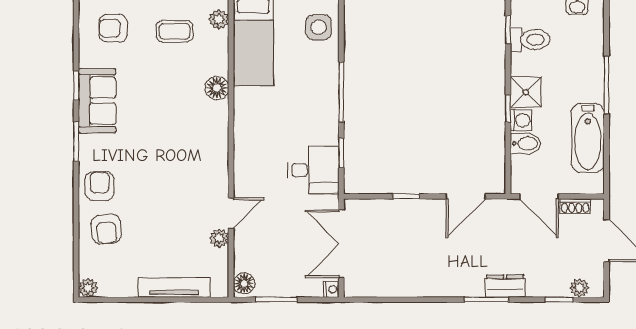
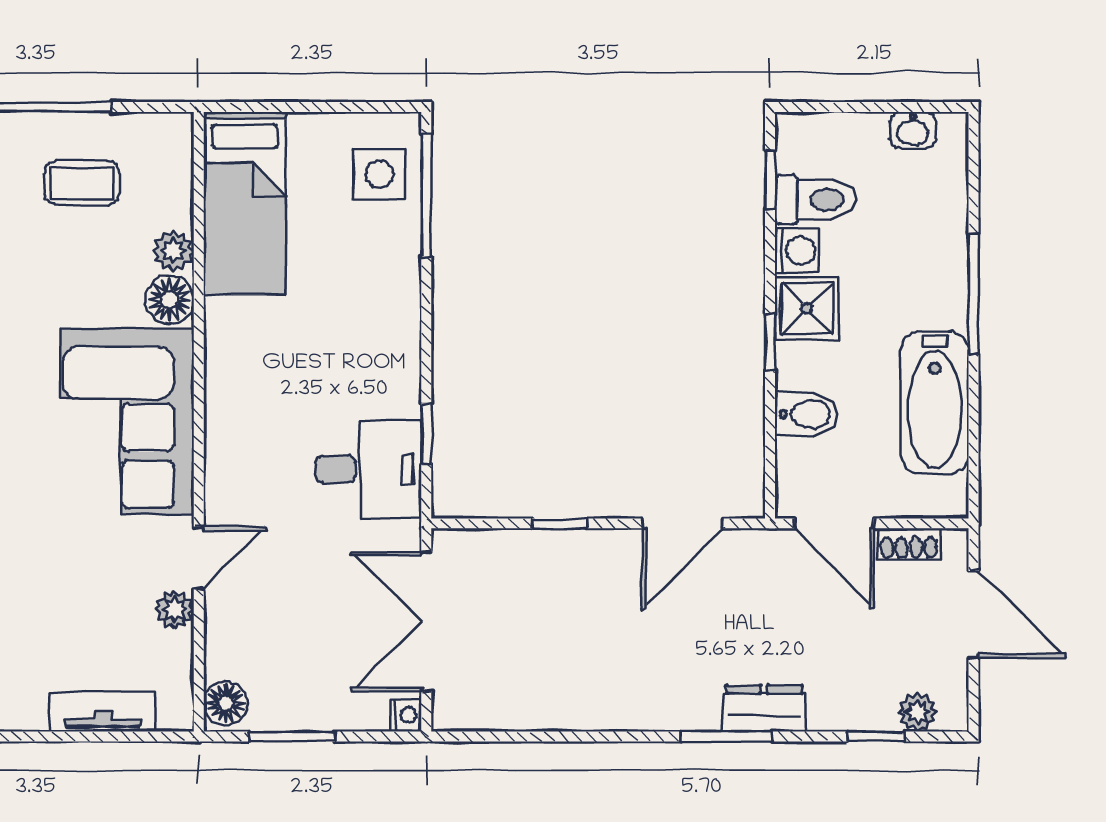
plant: (219, 19) -> (173, 251), moved
window: (341, 92) -> (426, 195), moved
washing machine: (521, 120) -> (797, 250), moved
corner sofa: (196, 147) -> (127, 421), added
tv unit: (174, 288) -> (103, 711), width x0.71

